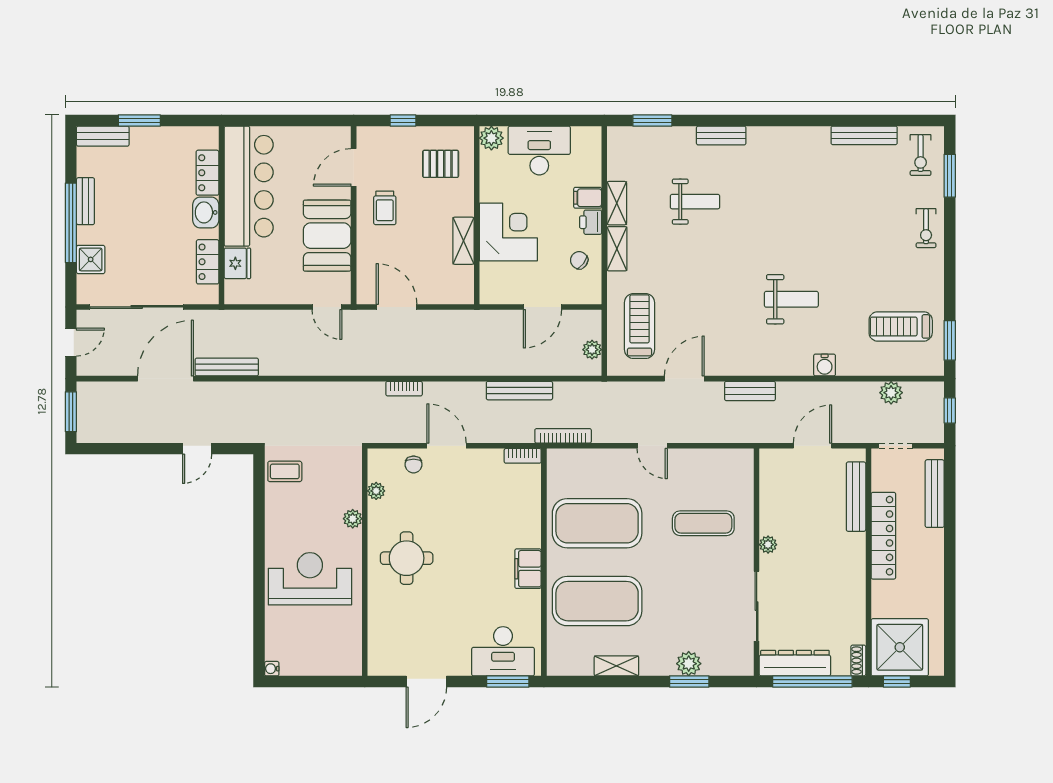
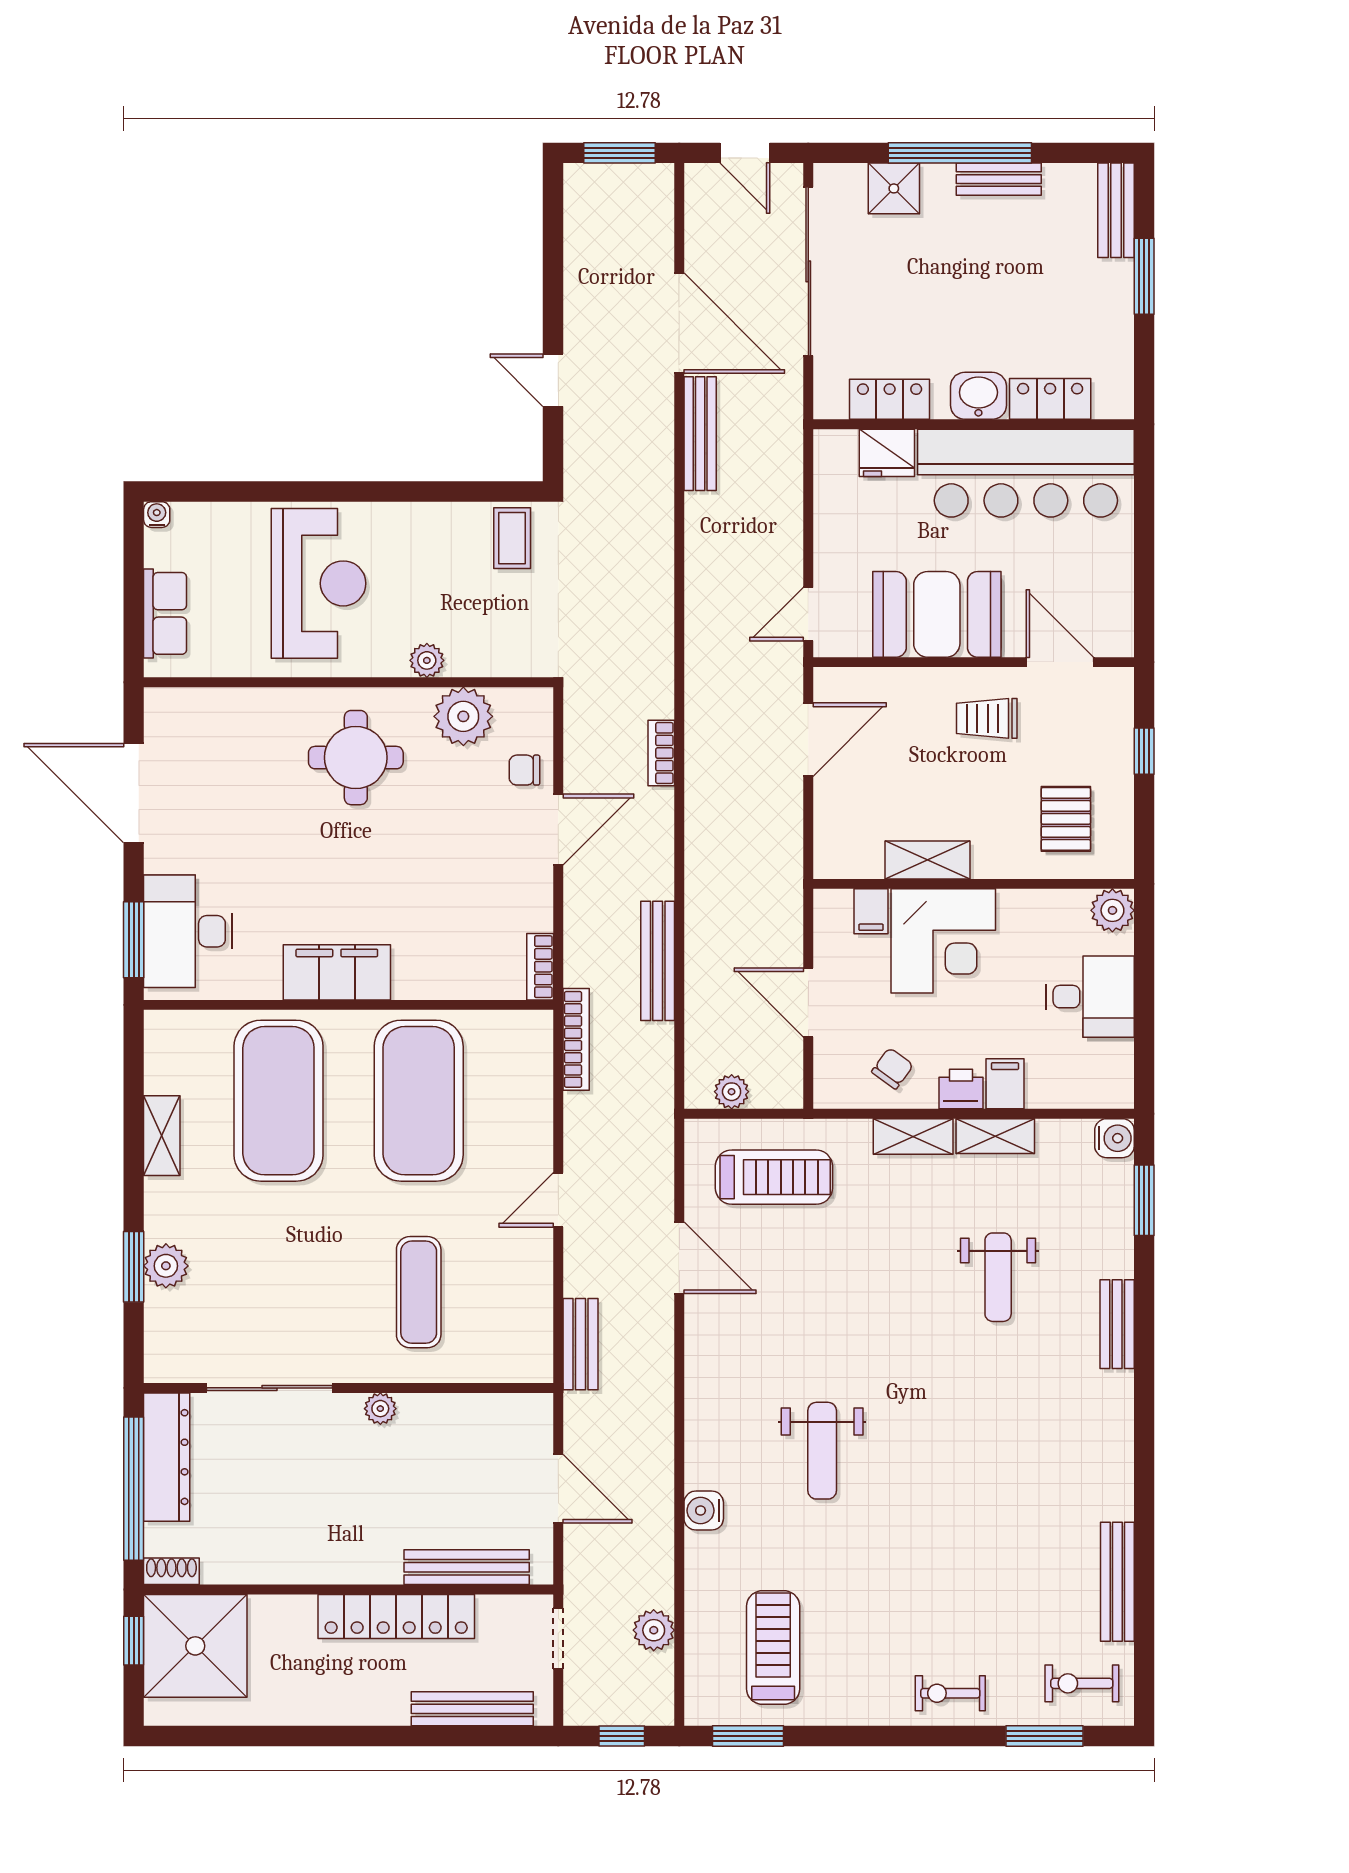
water cooler: (618, 137) -> (1114, 1138), added
desk: (539, 150) -> (1090, 997), width x0.73
filing cabinet: (492, 272) -> (871, 911), added
bench: (750, 391) -> (581, 1344), moved
plant: (376, 491) -> (463, 716), width x1.87, depth x1.87
filing cabinet: (528, 569) -> (337, 972), width x1.50, depth x1.17
row of seats: (327, 664) -> (165, 613), added
door: (426, 681) -> (134, 793), width x1.36

